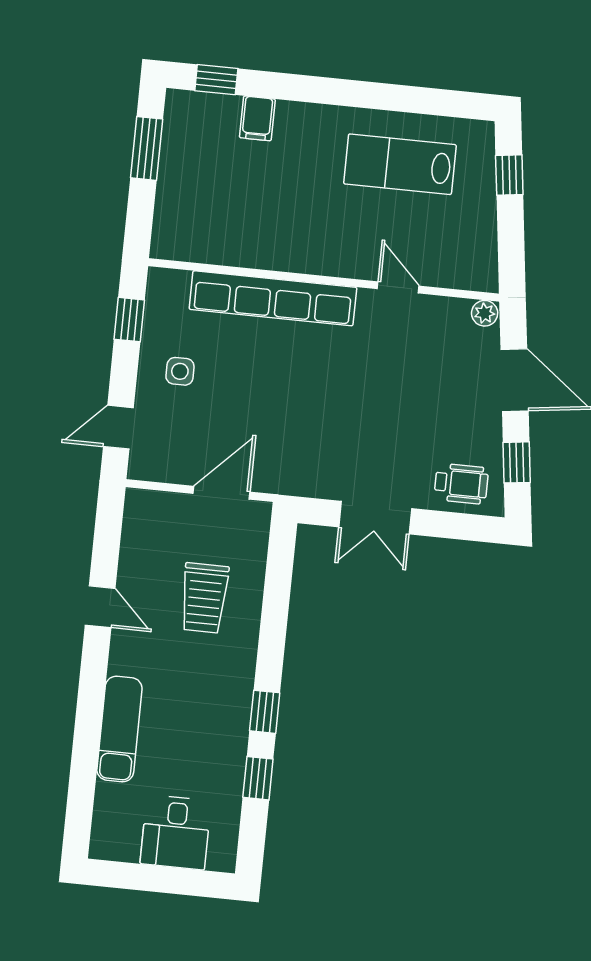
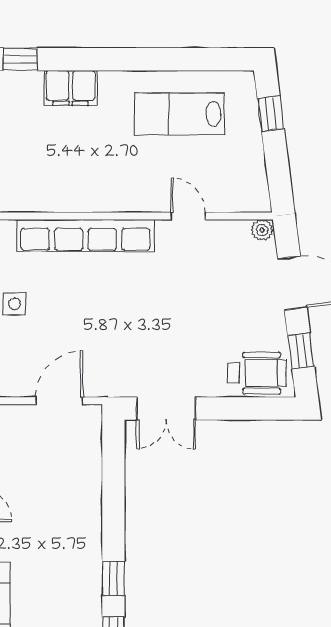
filing cabinet: (257, 118) -> (71, 88), width x2.00
wheelchair: (461, 484) -> (257, 373), width x1.36, depth x1.37
double door: (375, 518) -> (166, 408), moved
trolley: (204, 598) -> (54, 489), removed

